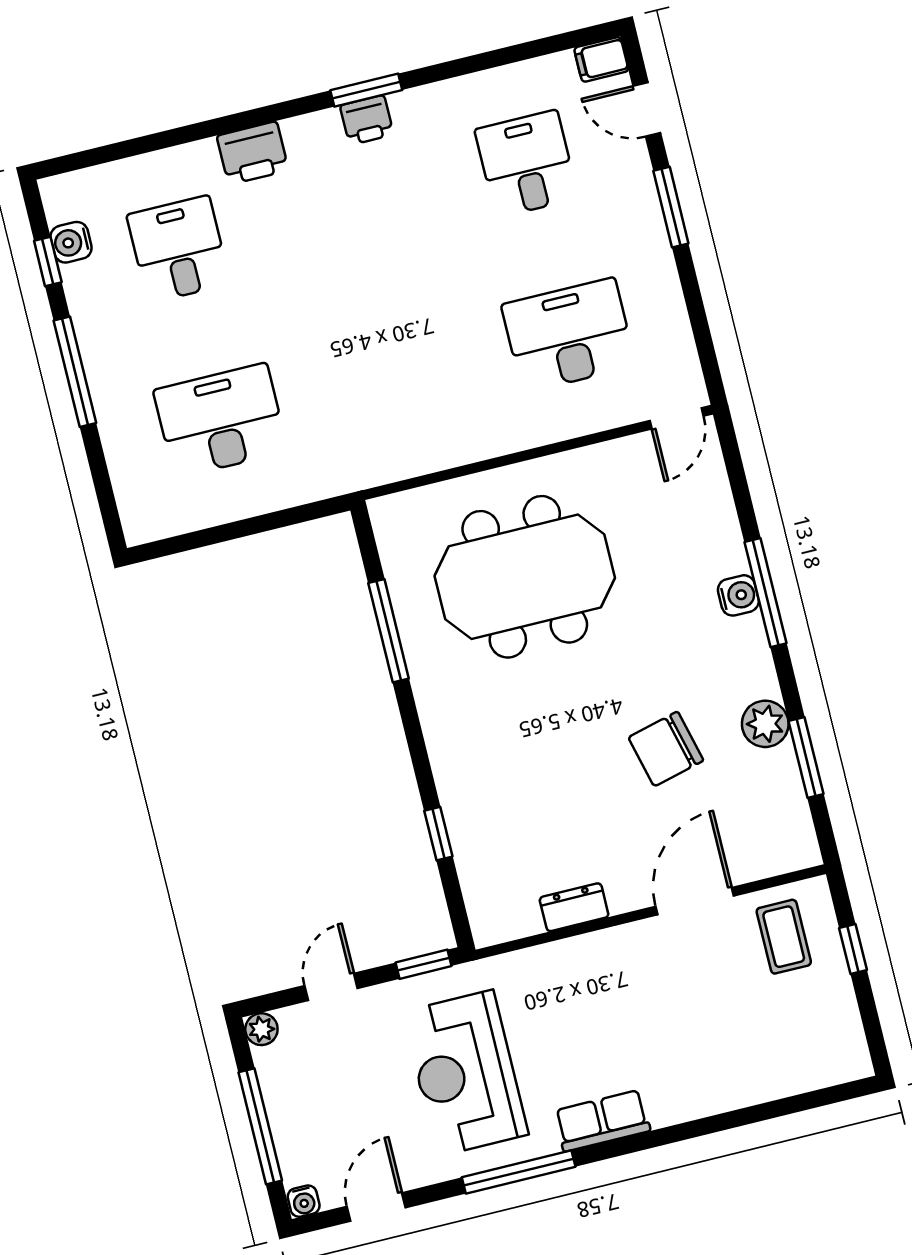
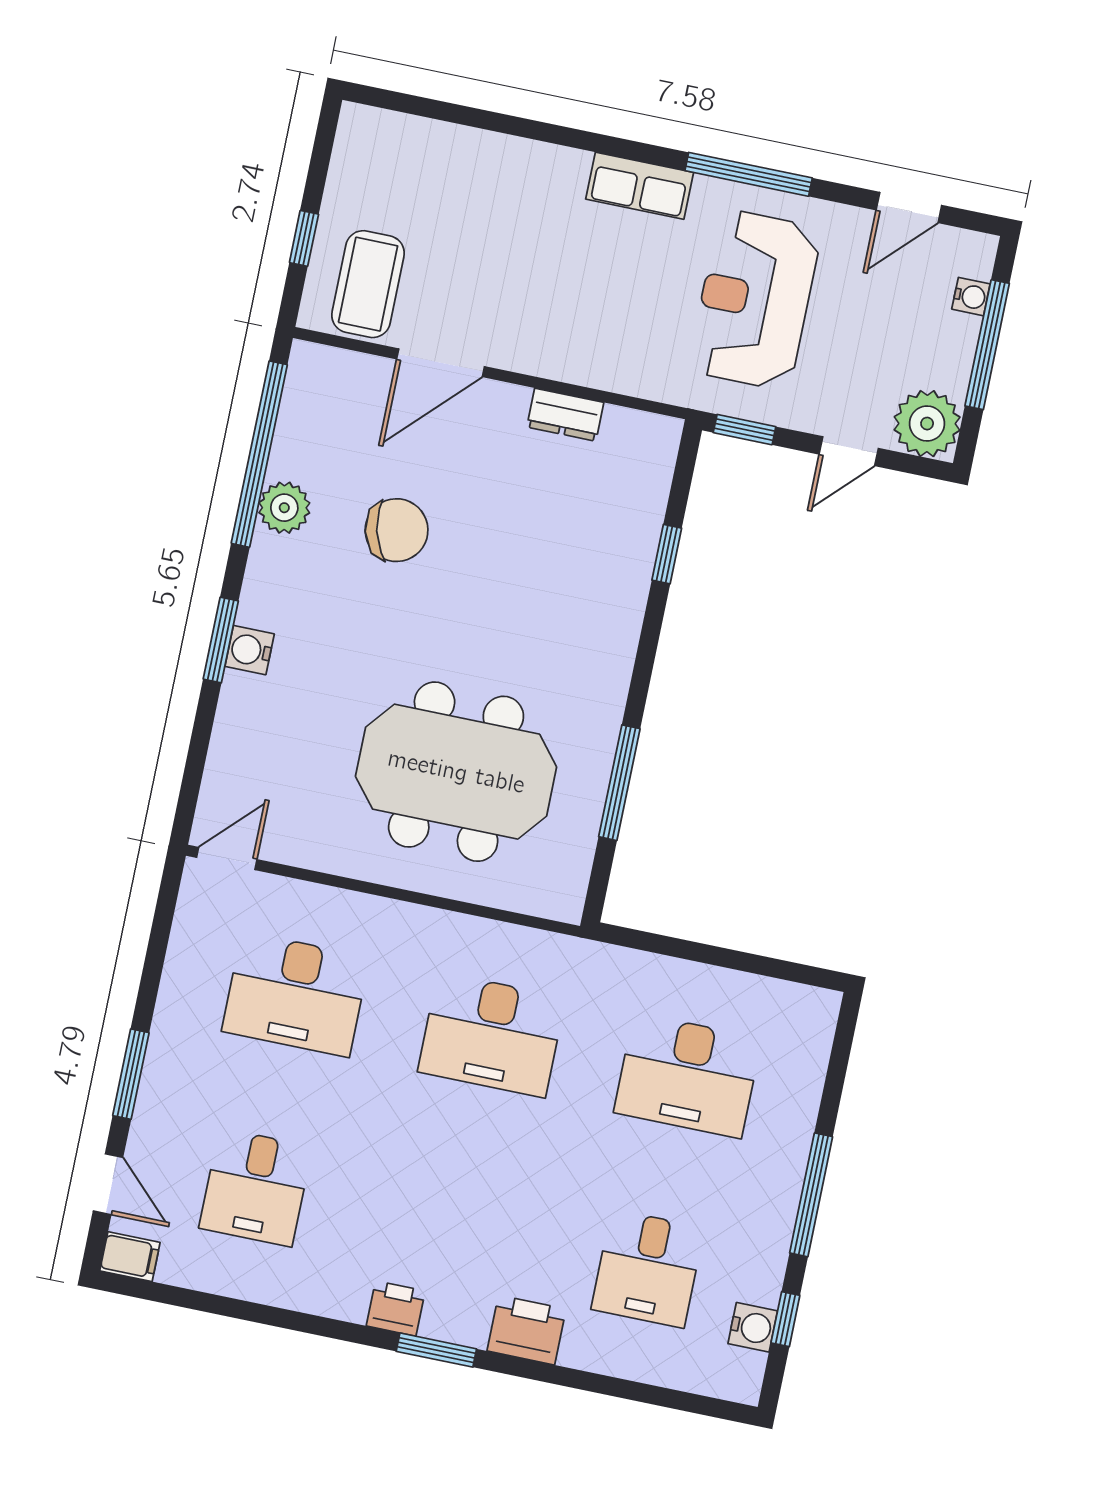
window: (366, 90) -> (436, 1350), moved
desk: (395, 378) -> (492, 1035), added
window: (765, 593) -> (221, 640), width x0.69
window: (806, 757) -> (259, 454), width x2.11
coffee table: (784, 937) -> (368, 284), width x1.36, depth x1.30
plant: (261, 1029) -> (927, 424), width x1.88, depth x1.88
reception desk: (465, 1073) -> (755, 300), turned 180
water cooler: (304, 1201) -> (971, 297), moved, turned 90

